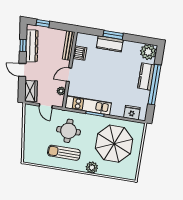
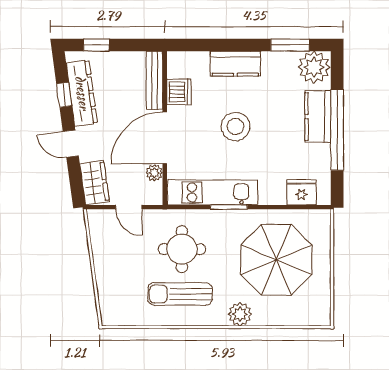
window: (113, 35) -> (290, 45), moved
door: (69, 75) -> (165, 138), width x1.88
stool: (105, 75) -> (235, 126), added

